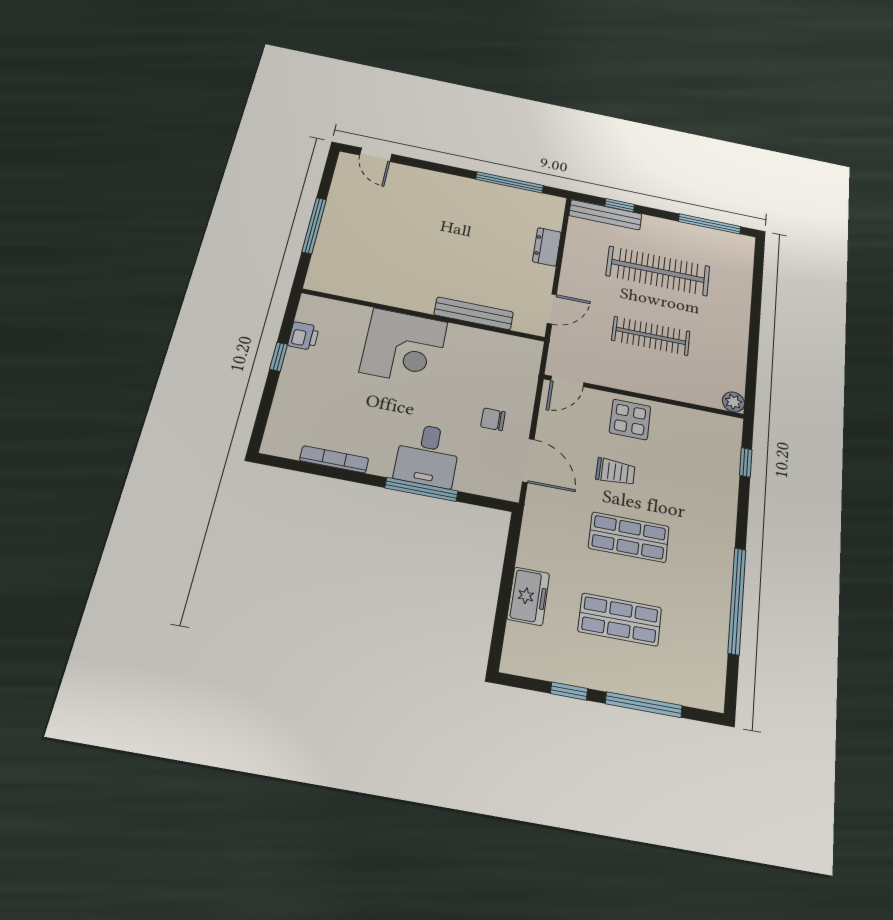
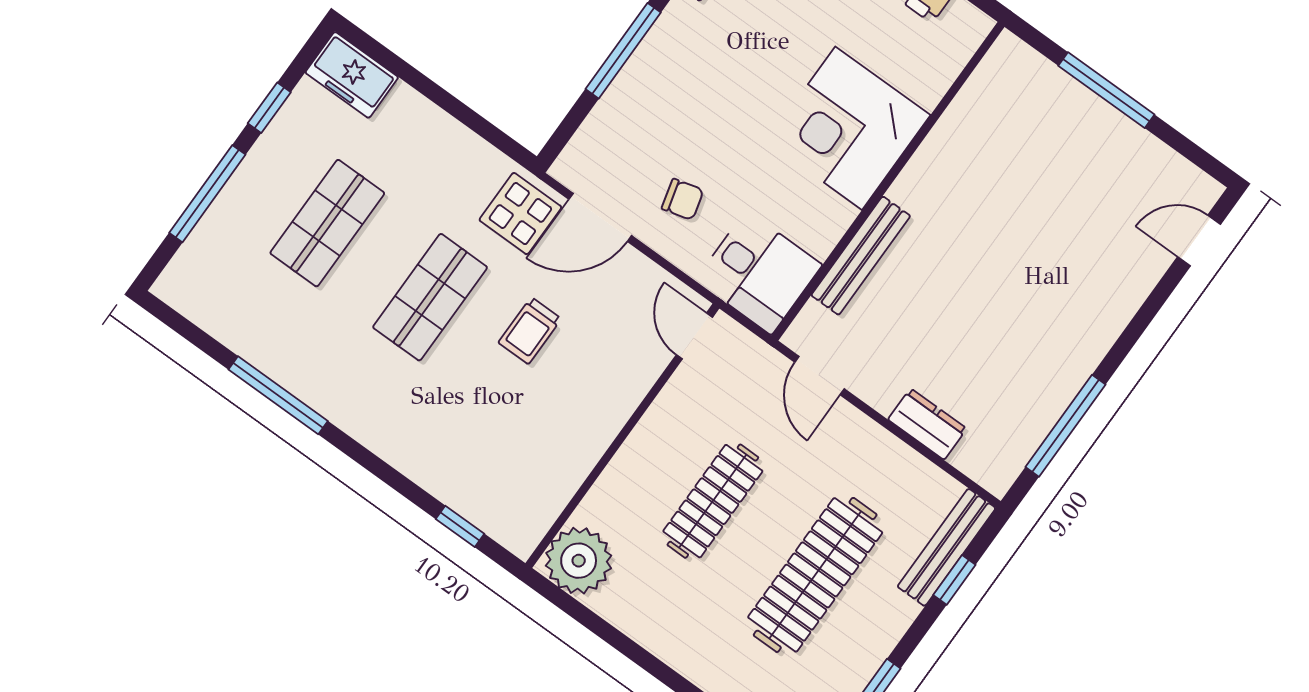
plant: (733, 402) -> (579, 561), width x1.87, depth x1.87
chair: (493, 419) -> (683, 199), turned 75
display table: (630, 420) -> (520, 214), moved
desk: (427, 455) -> (759, 272), moved, turned 180
freezer: (528, 596) -> (352, 75), moved
window: (737, 601) -> (278, 395), width x0.68

